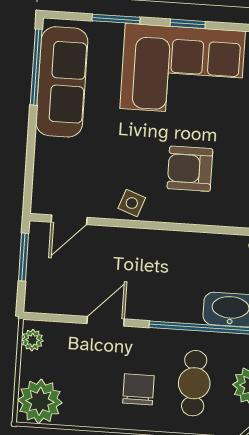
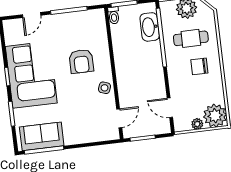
sofa: (62, 82) -> (42, 136), width x0.73
door: (69, 220) -> (119, 118), hinge flipped
door: (106, 321) -> (170, 108), moved
plant: (32, 340) -> (197, 124), moved

